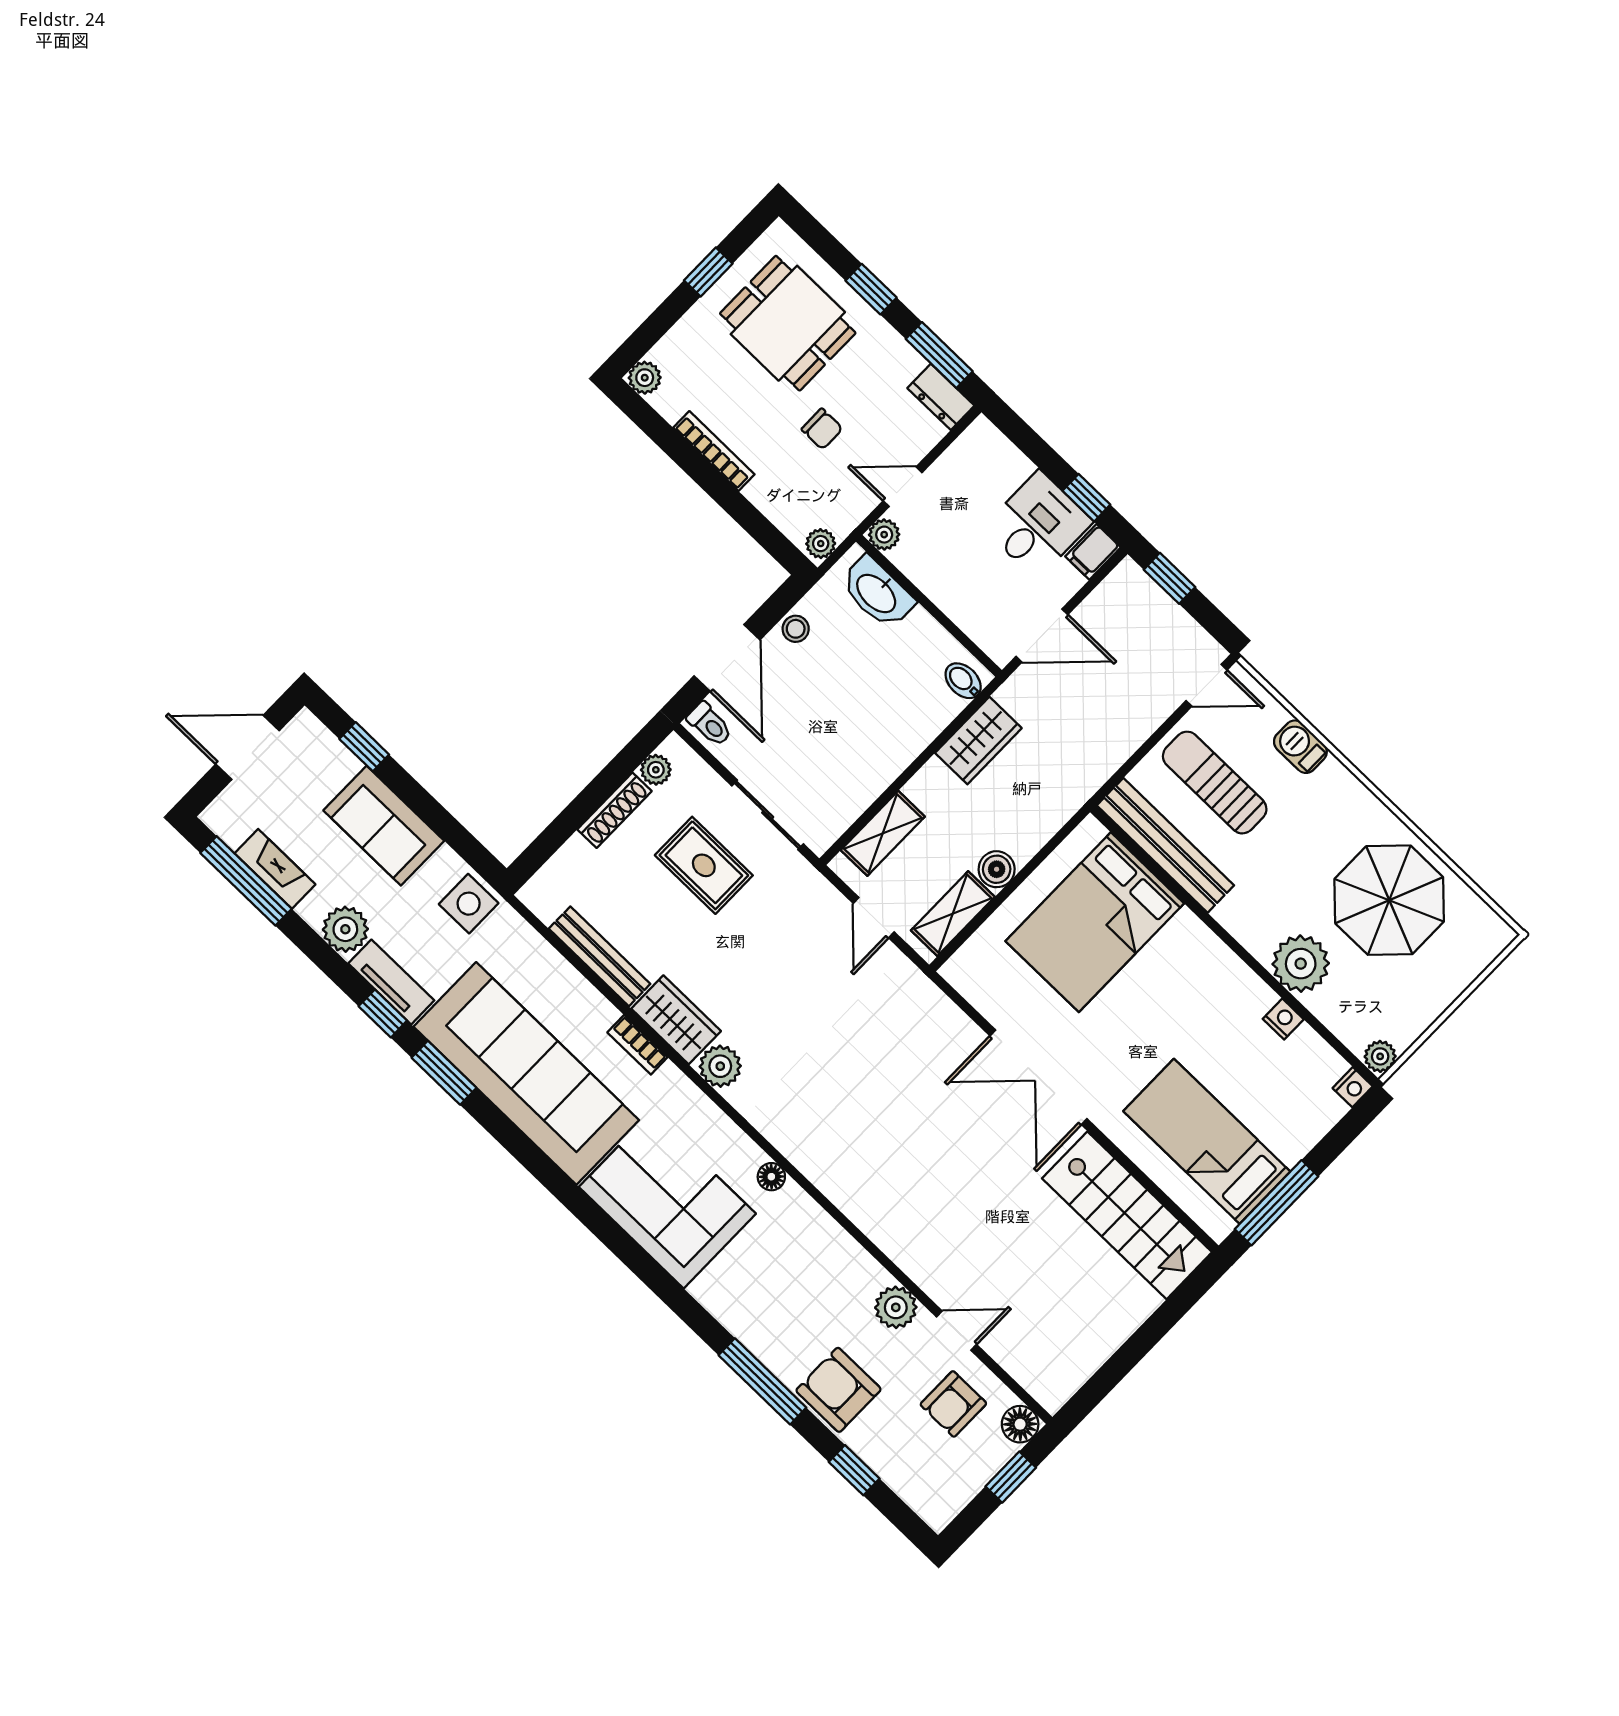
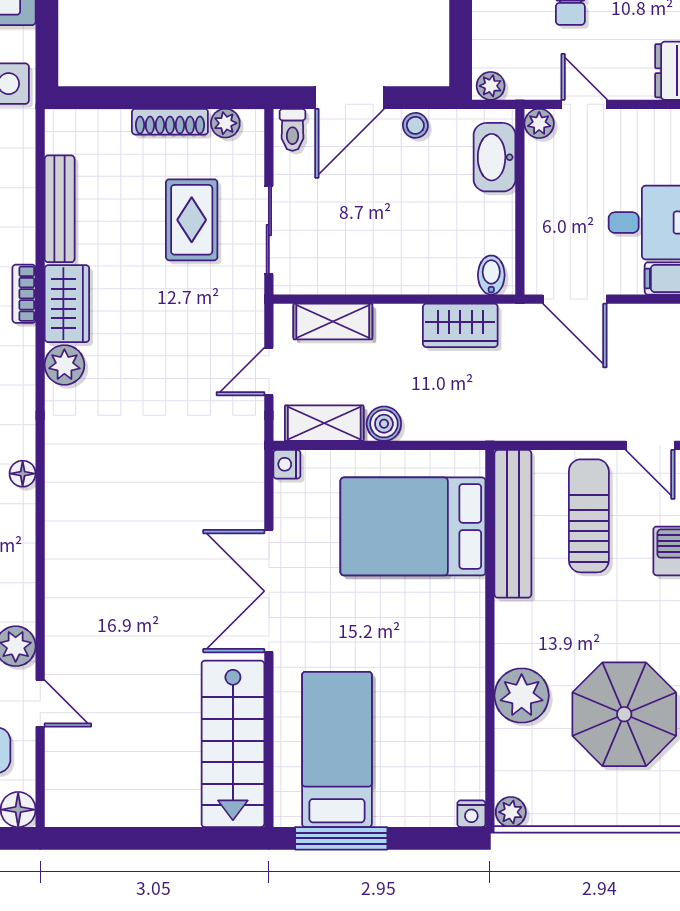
nightstand: (1283, 1019) -> (287, 464), moved, turned 180

